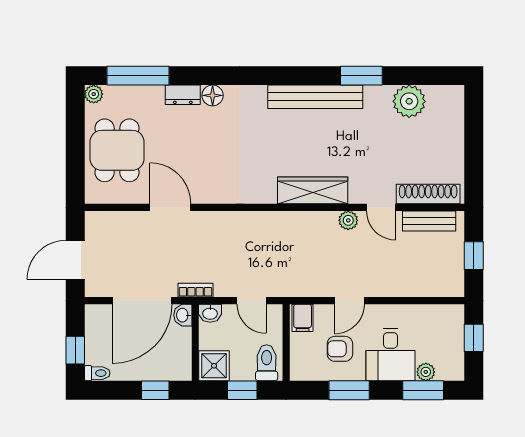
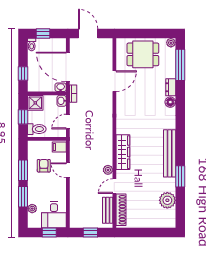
desk: (390, 355) -> (54, 215), moved, turned -90
window: (423, 390) -> (23, 197), moved

